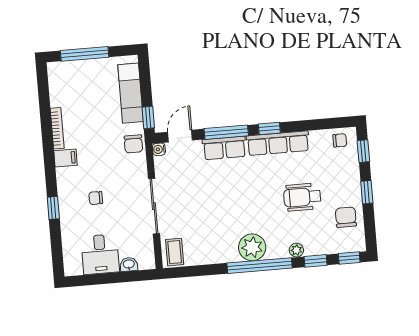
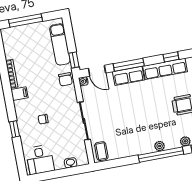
window: (269, 129) -> (171, 57), moved
door: (180, 136) -> (97, 71), swing flipped
plant: (252, 247) -> (160, 146), width x0.53, depth x0.53
desk: (100, 254) -> (40, 160), moved

